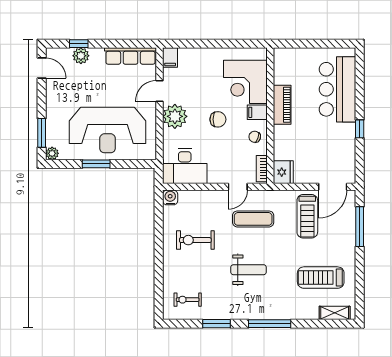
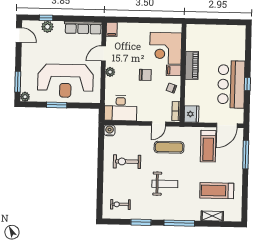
bar counter: (337, 89) -> (231, 84), moved
plant: (175, 116) -> (110, 72), width x0.53, depth x0.53
shelving: (335, 313) -> (212, 216), moved

